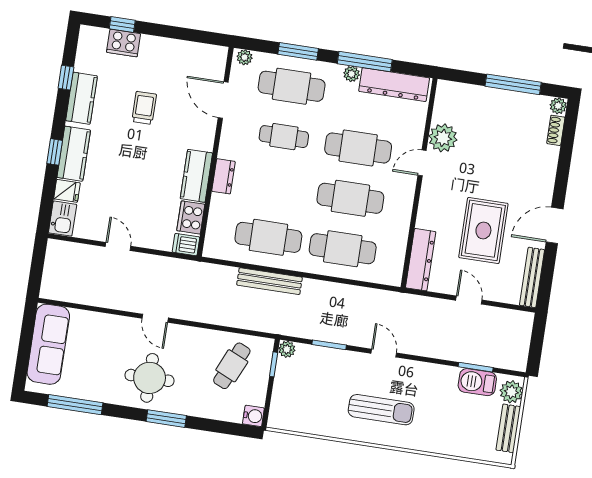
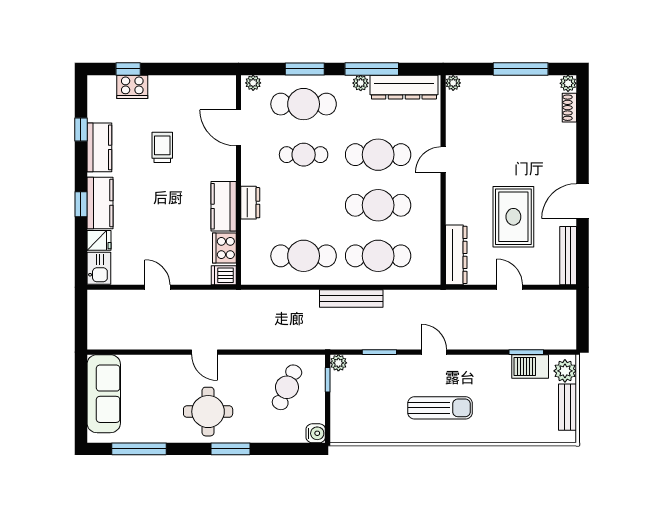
plant: (443, 138) -> (453, 83), moved, width x0.53, depth x0.53
bench: (269, 281) -> (351, 299), moved

